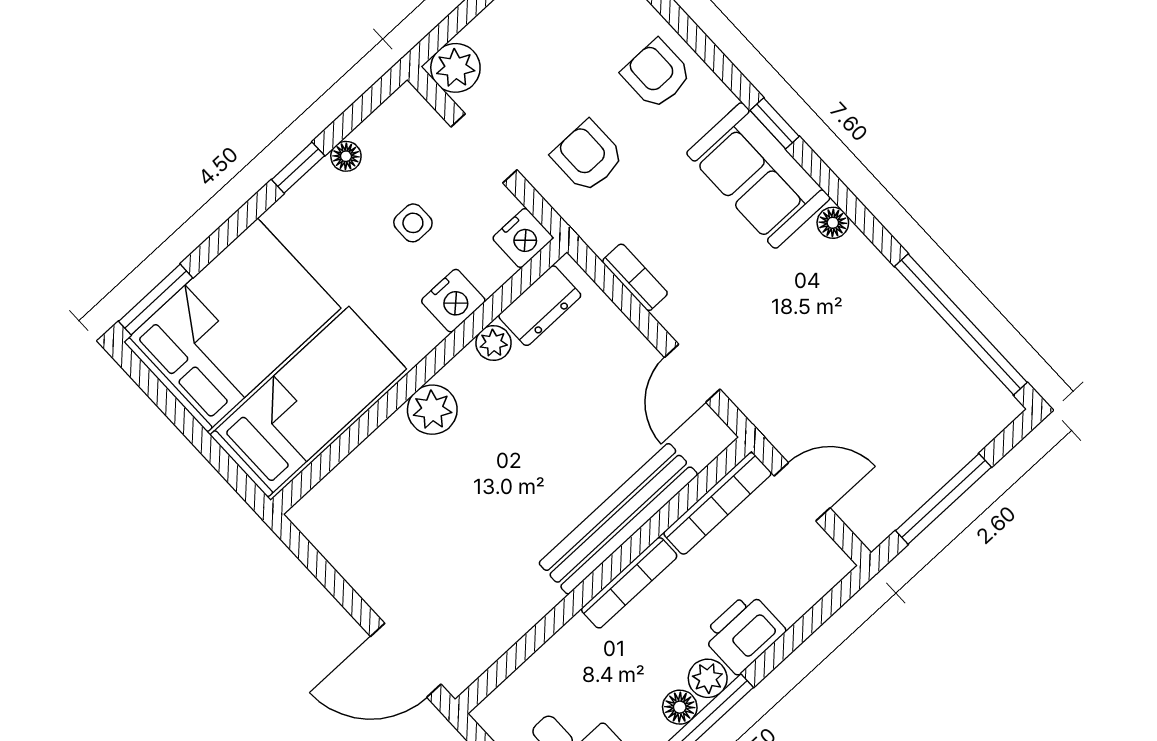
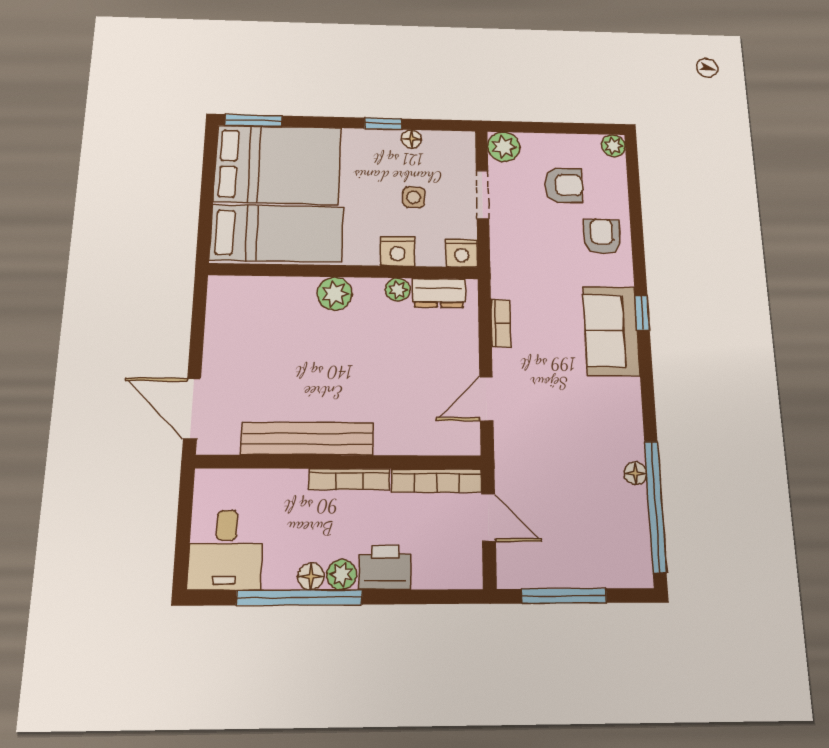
armchair: (588, 156) -> (564, 185), moved, turned 90
floor lamp: (833, 223) -> (635, 473), moved
bench: (618, 519) -> (307, 439), moved

